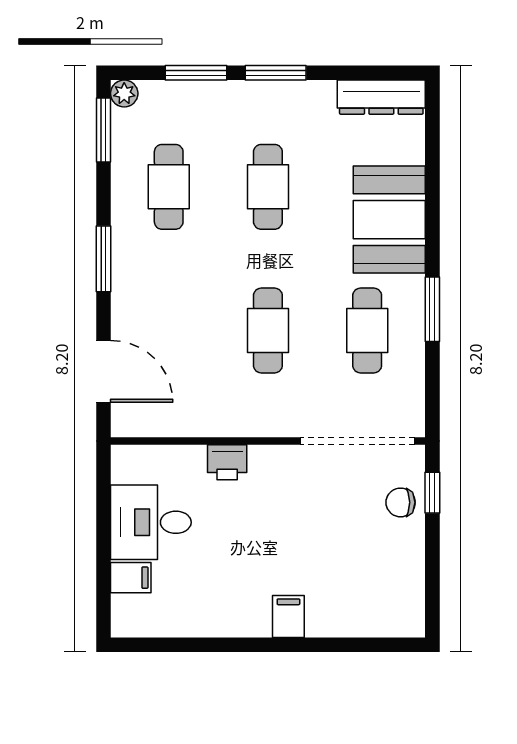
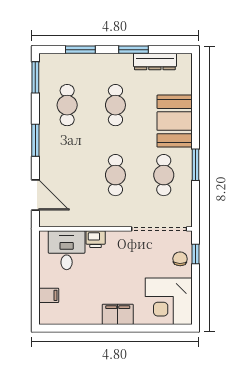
window: (276, 73) -> (134, 50), moved
plant: (124, 93) -> (45, 60), removed
dresser: (381, 97) -> (155, 61), moved
chair: (401, 502) -> (180, 259), turned 91
desk: (151, 522) -> (67, 250), moved, turned 90
corner desk: (377, 590) -> (169, 301), added
filing cabinet: (288, 617) -> (118, 314), width x2.00

